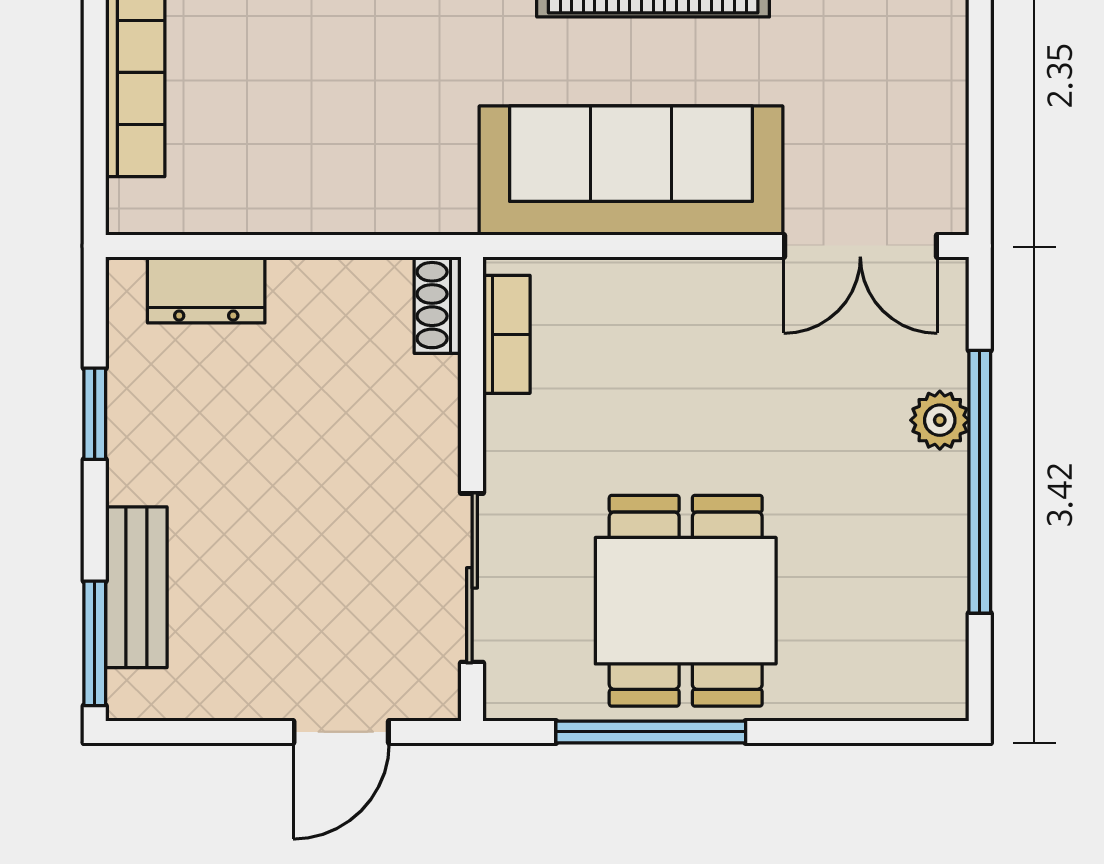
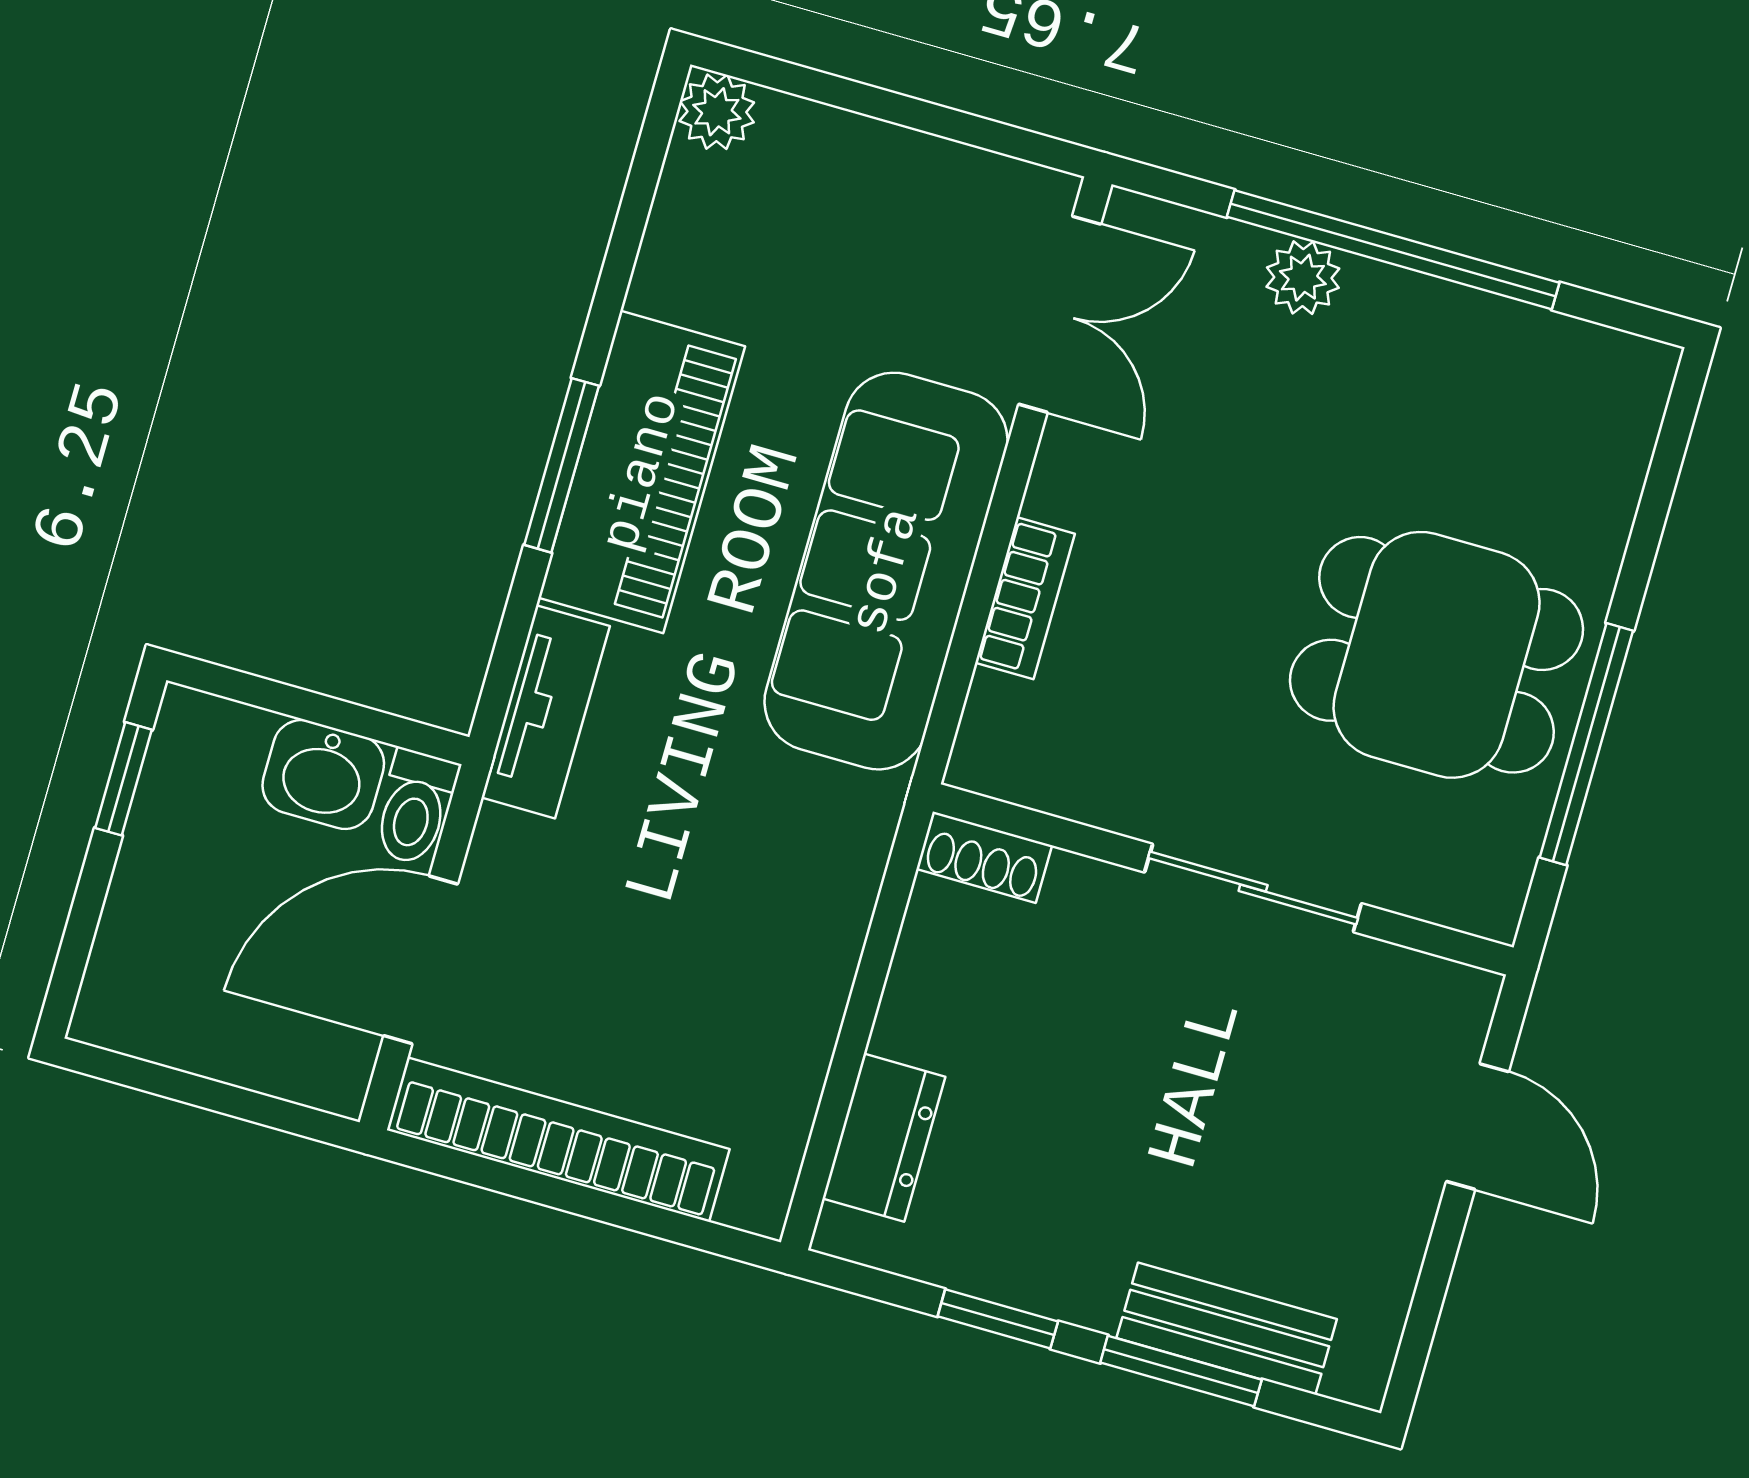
bookcase: (507, 334) -> (1025, 598), moved, turned 90
sliding door: (472, 578) -> (1253, 888), moved
window: (95, 643) -> (1181, 1371), moved

